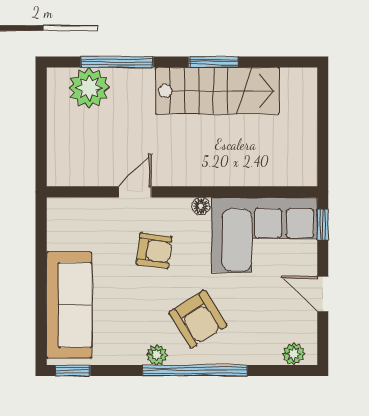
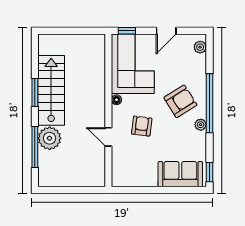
plant: (89, 88) -> (50, 138), moved
sofa: (69, 305) -> (180, 174), width x0.73

